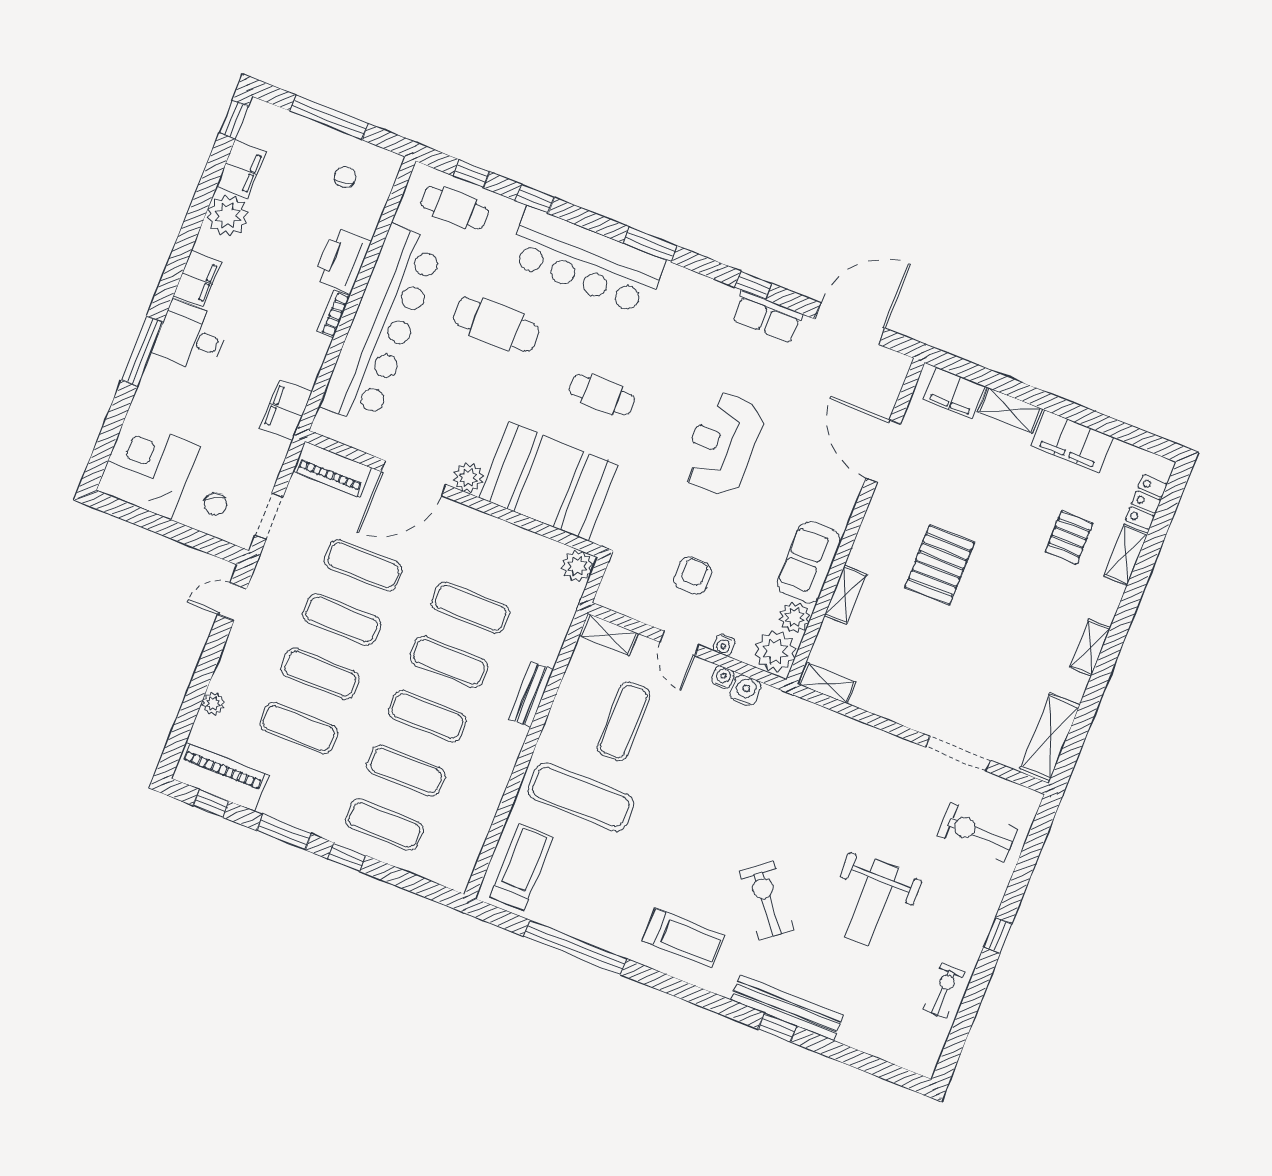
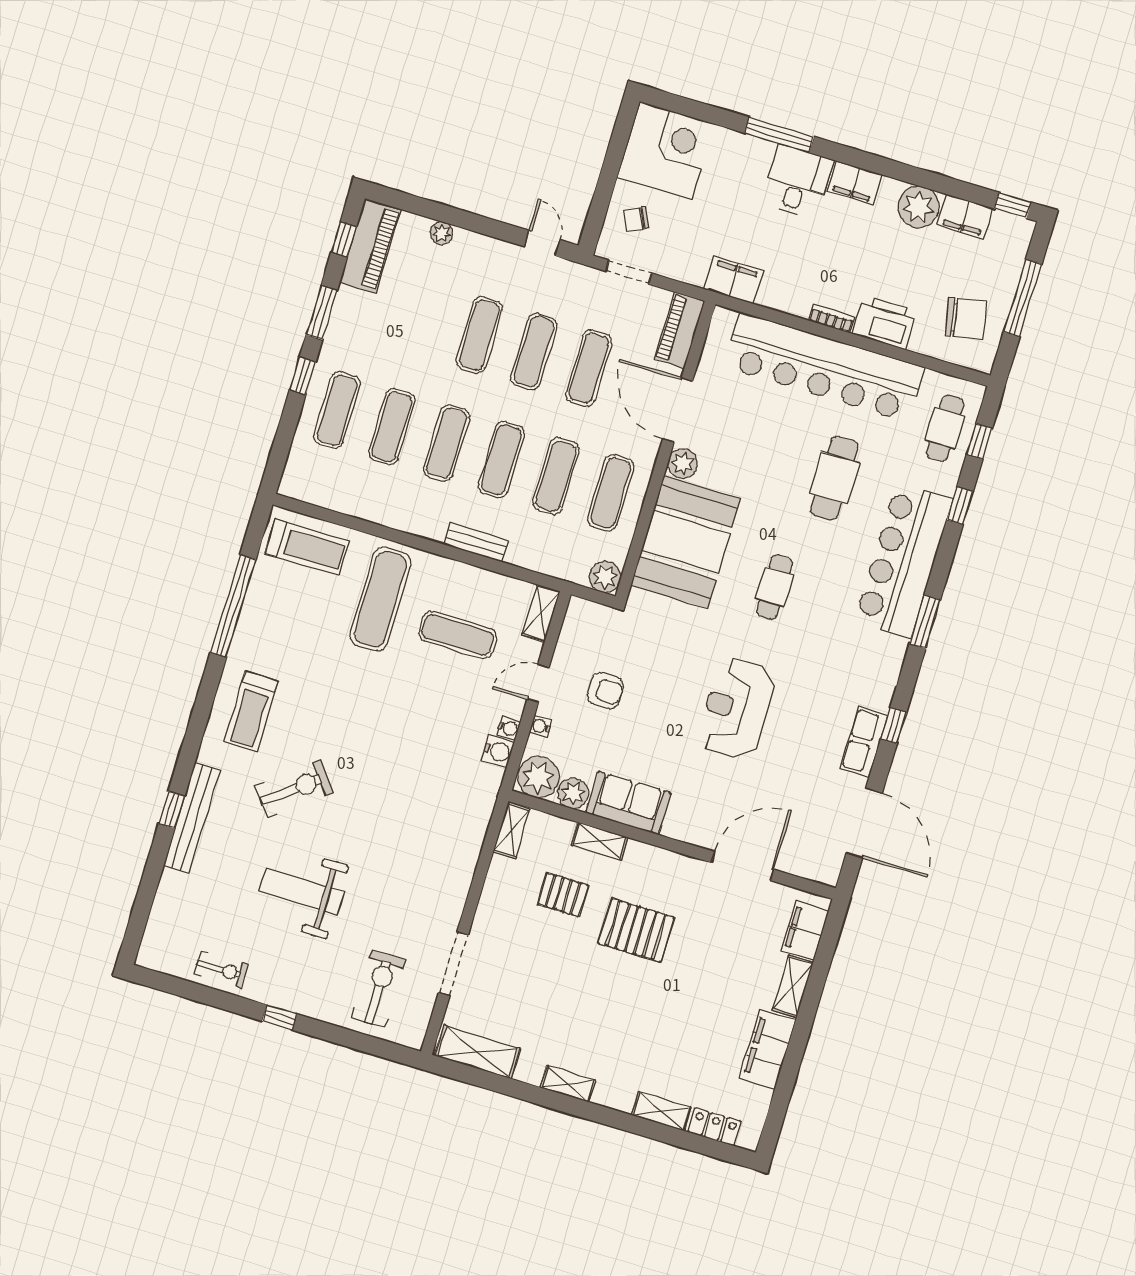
chair: (345, 177) -> (966, 319), width x1.87, depth x1.87
reception desk: (723, 444) -> (737, 709), turned -90
pallet: (1069, 538) -> (563, 895), moved
exercise mat: (299, 728) -> (611, 493), moved

